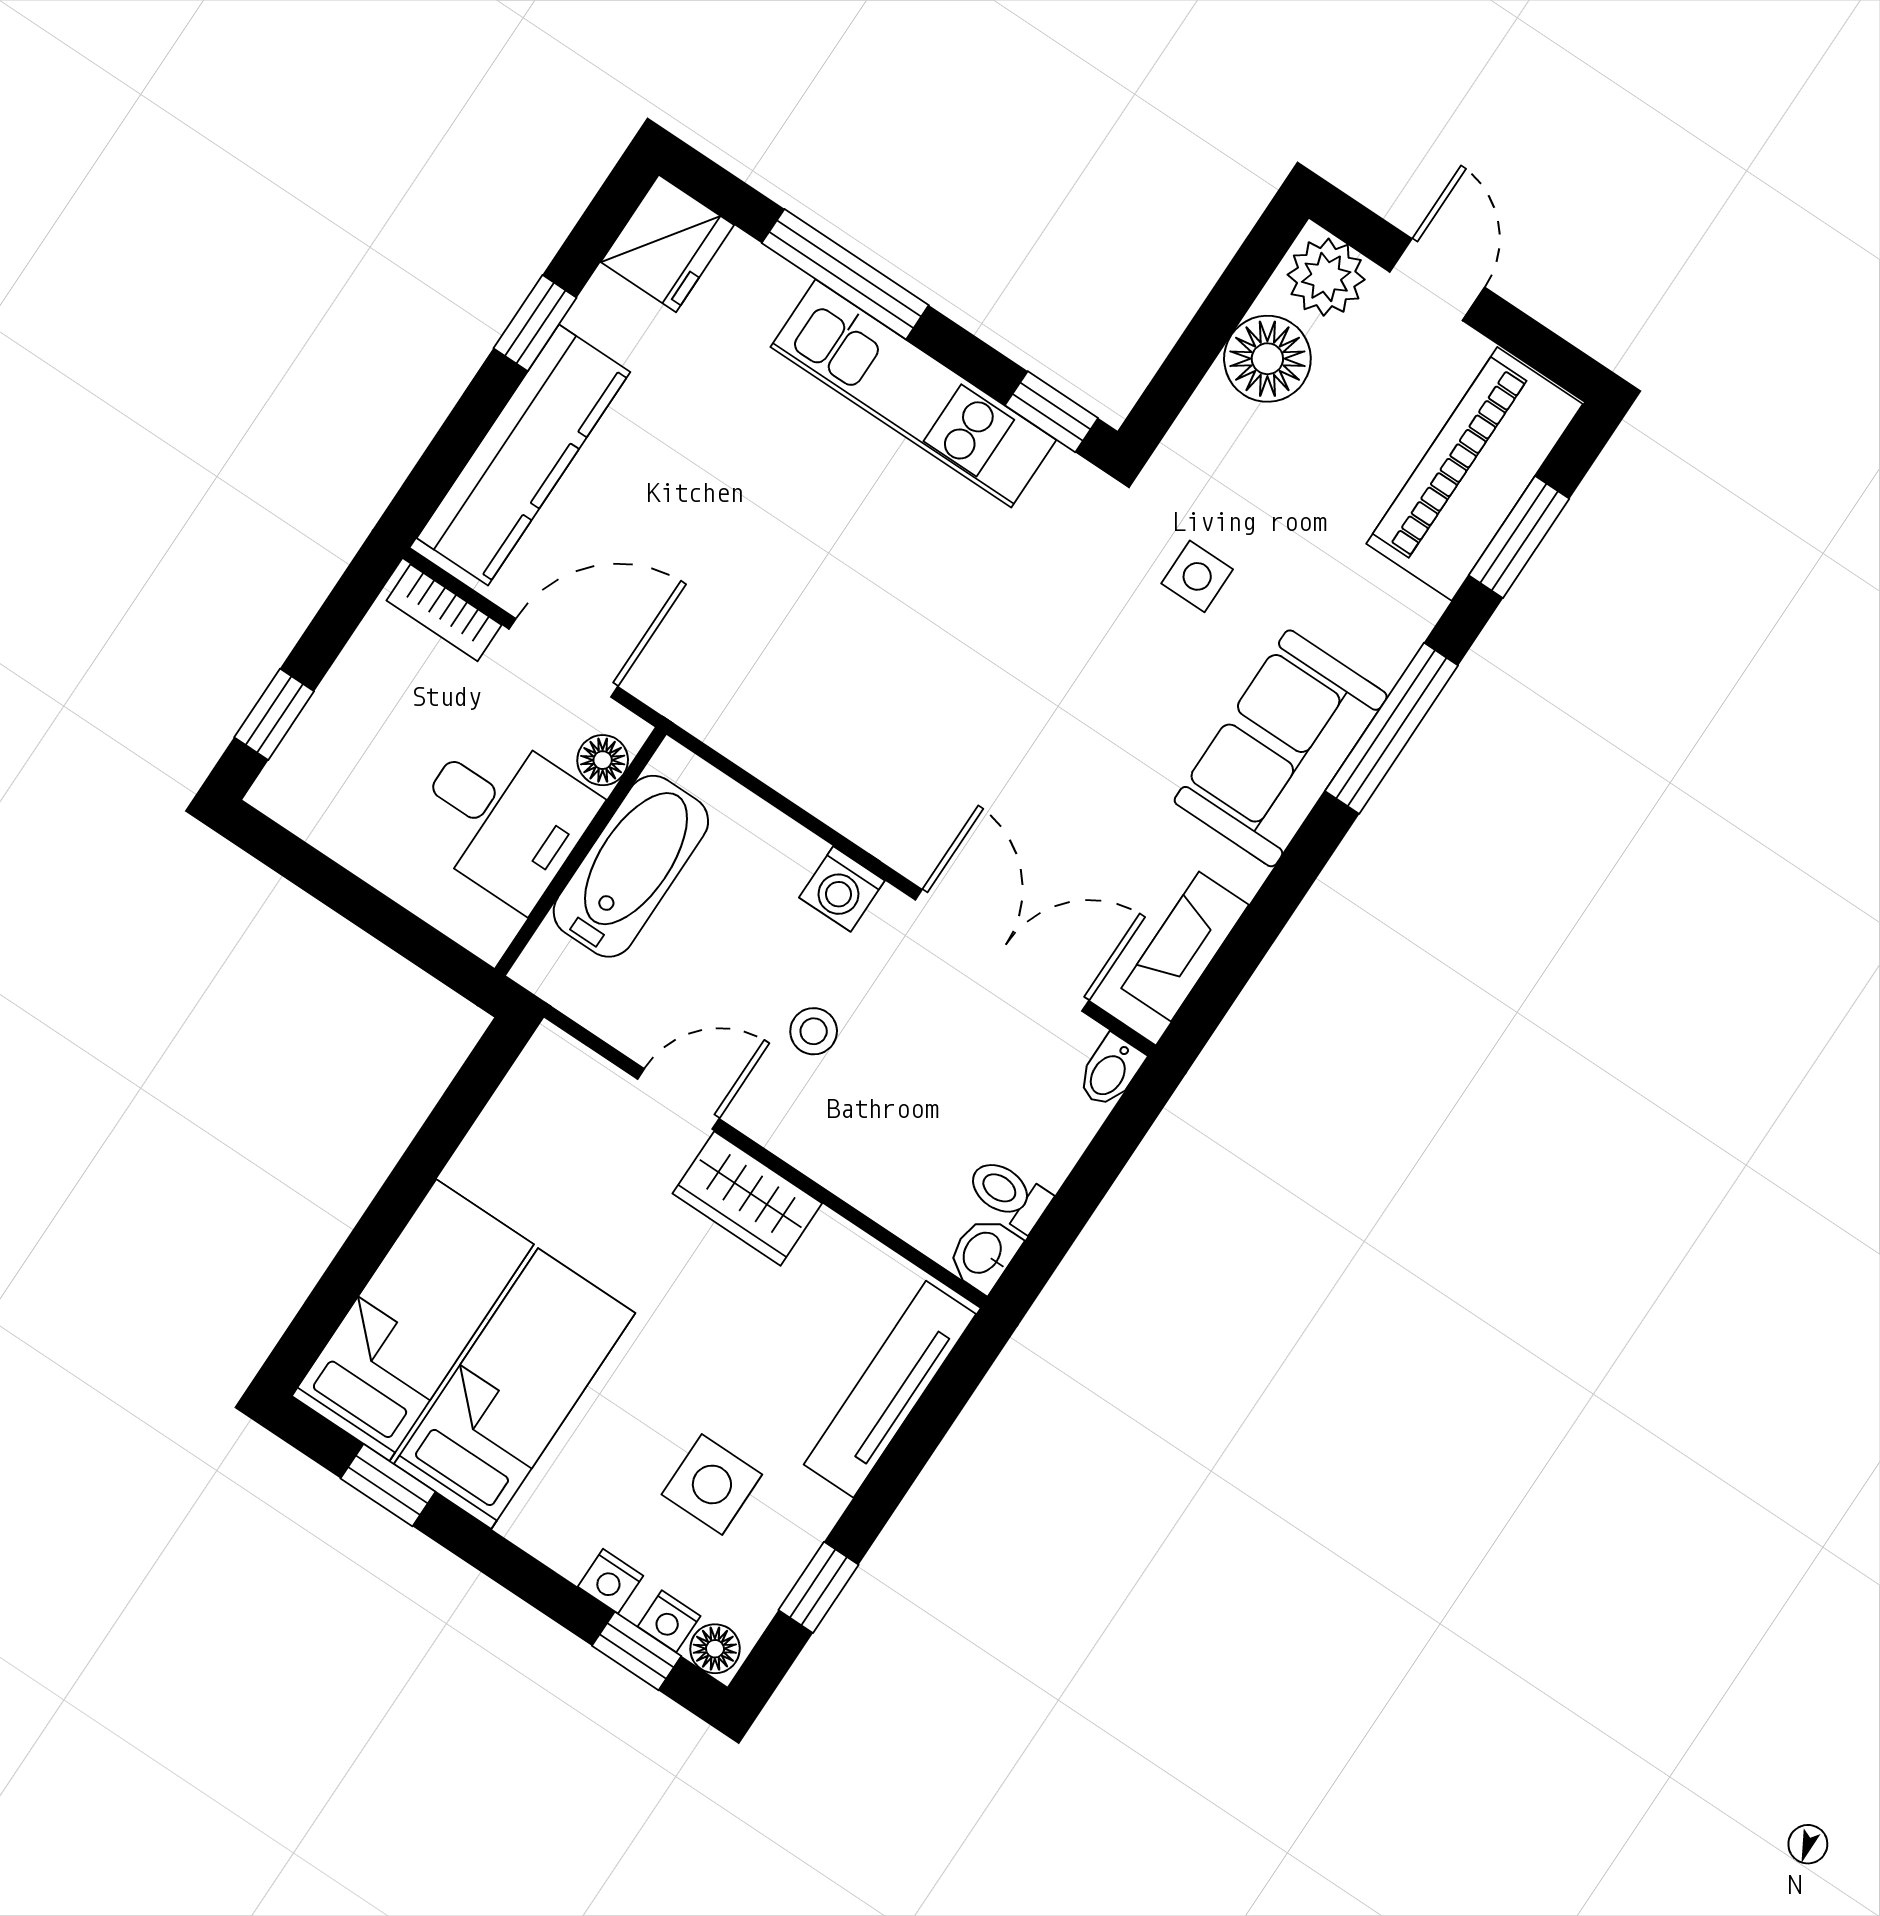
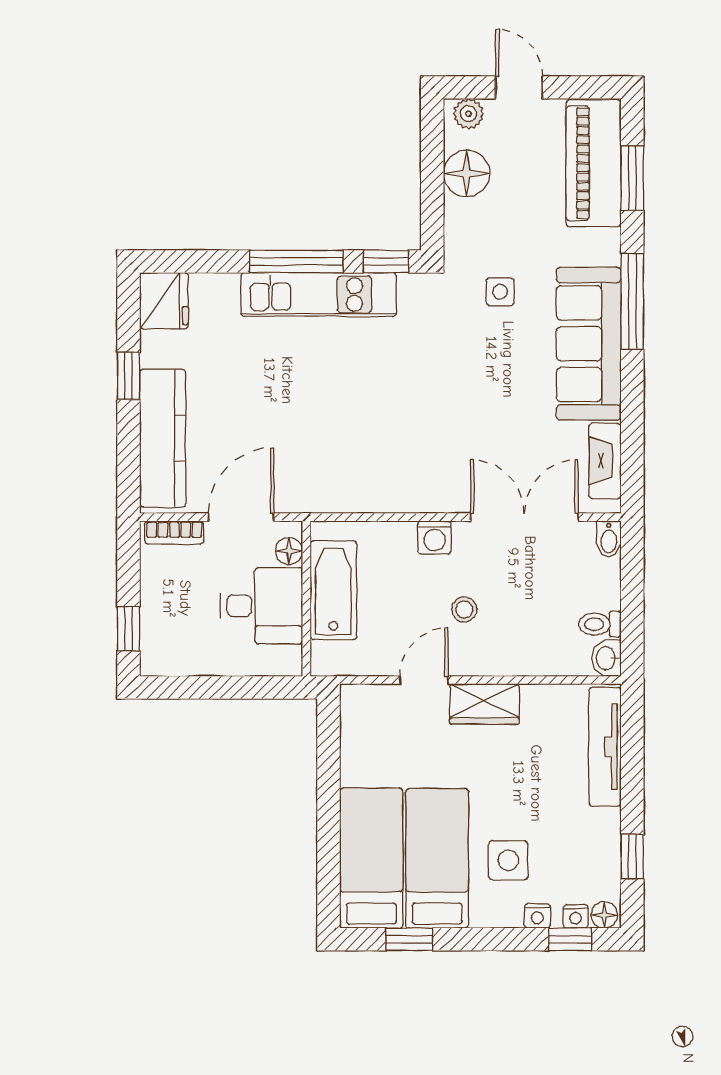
window: (845, 274) -> (296, 261), moved
plant: (1326, 277) -> (468, 114), width x0.73, depth x0.73
sofa: (1281, 748) -> (589, 344), width x1.36
side table: (712, 1484) -> (508, 860), moved

